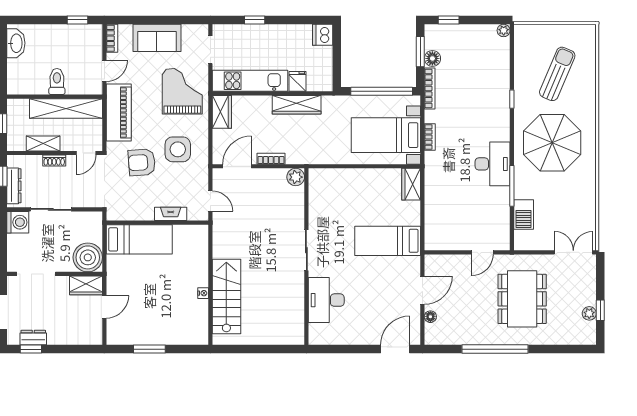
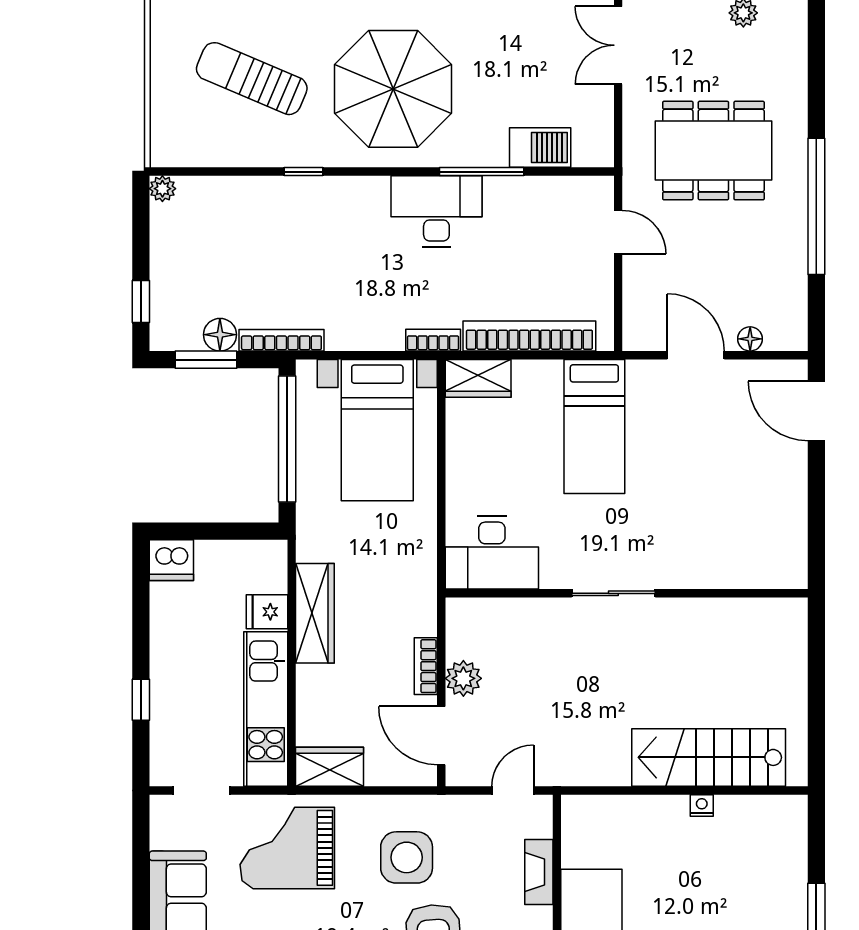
bookcase: (430, 137) -> (433, 340), moved
plant: (296, 177) -> (463, 678), moved
bookcase: (432, 209) -> (529, 336), added
desk: (326, 300) -> (492, 553), moved

